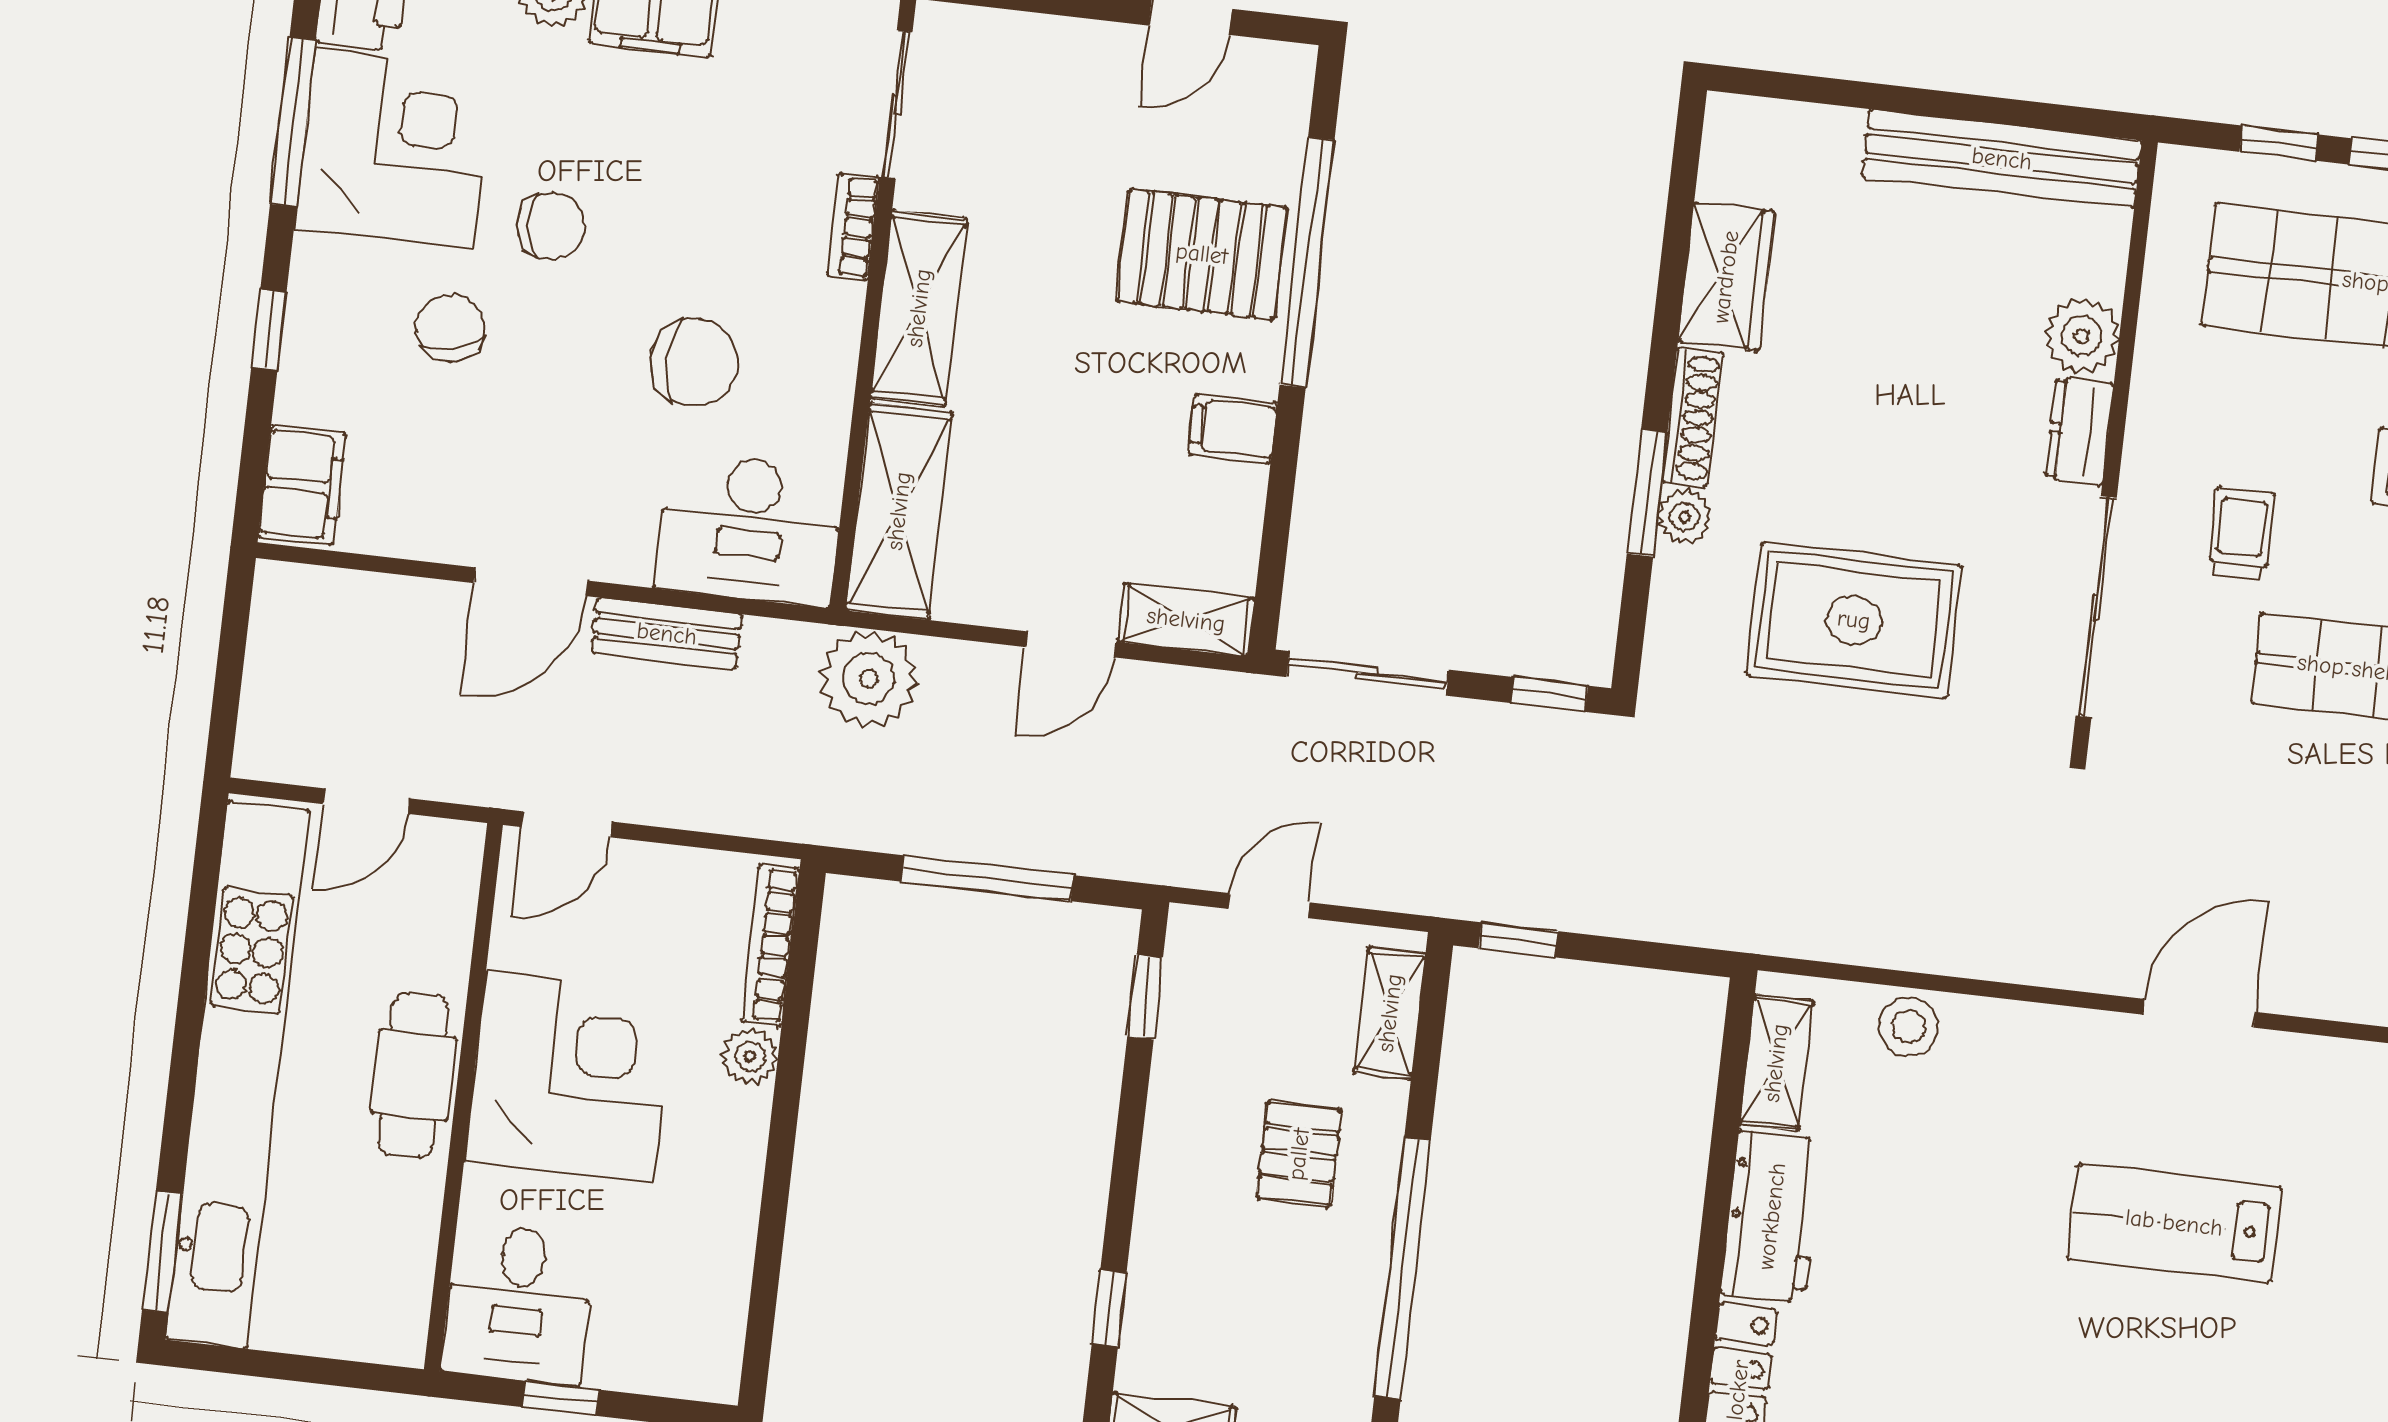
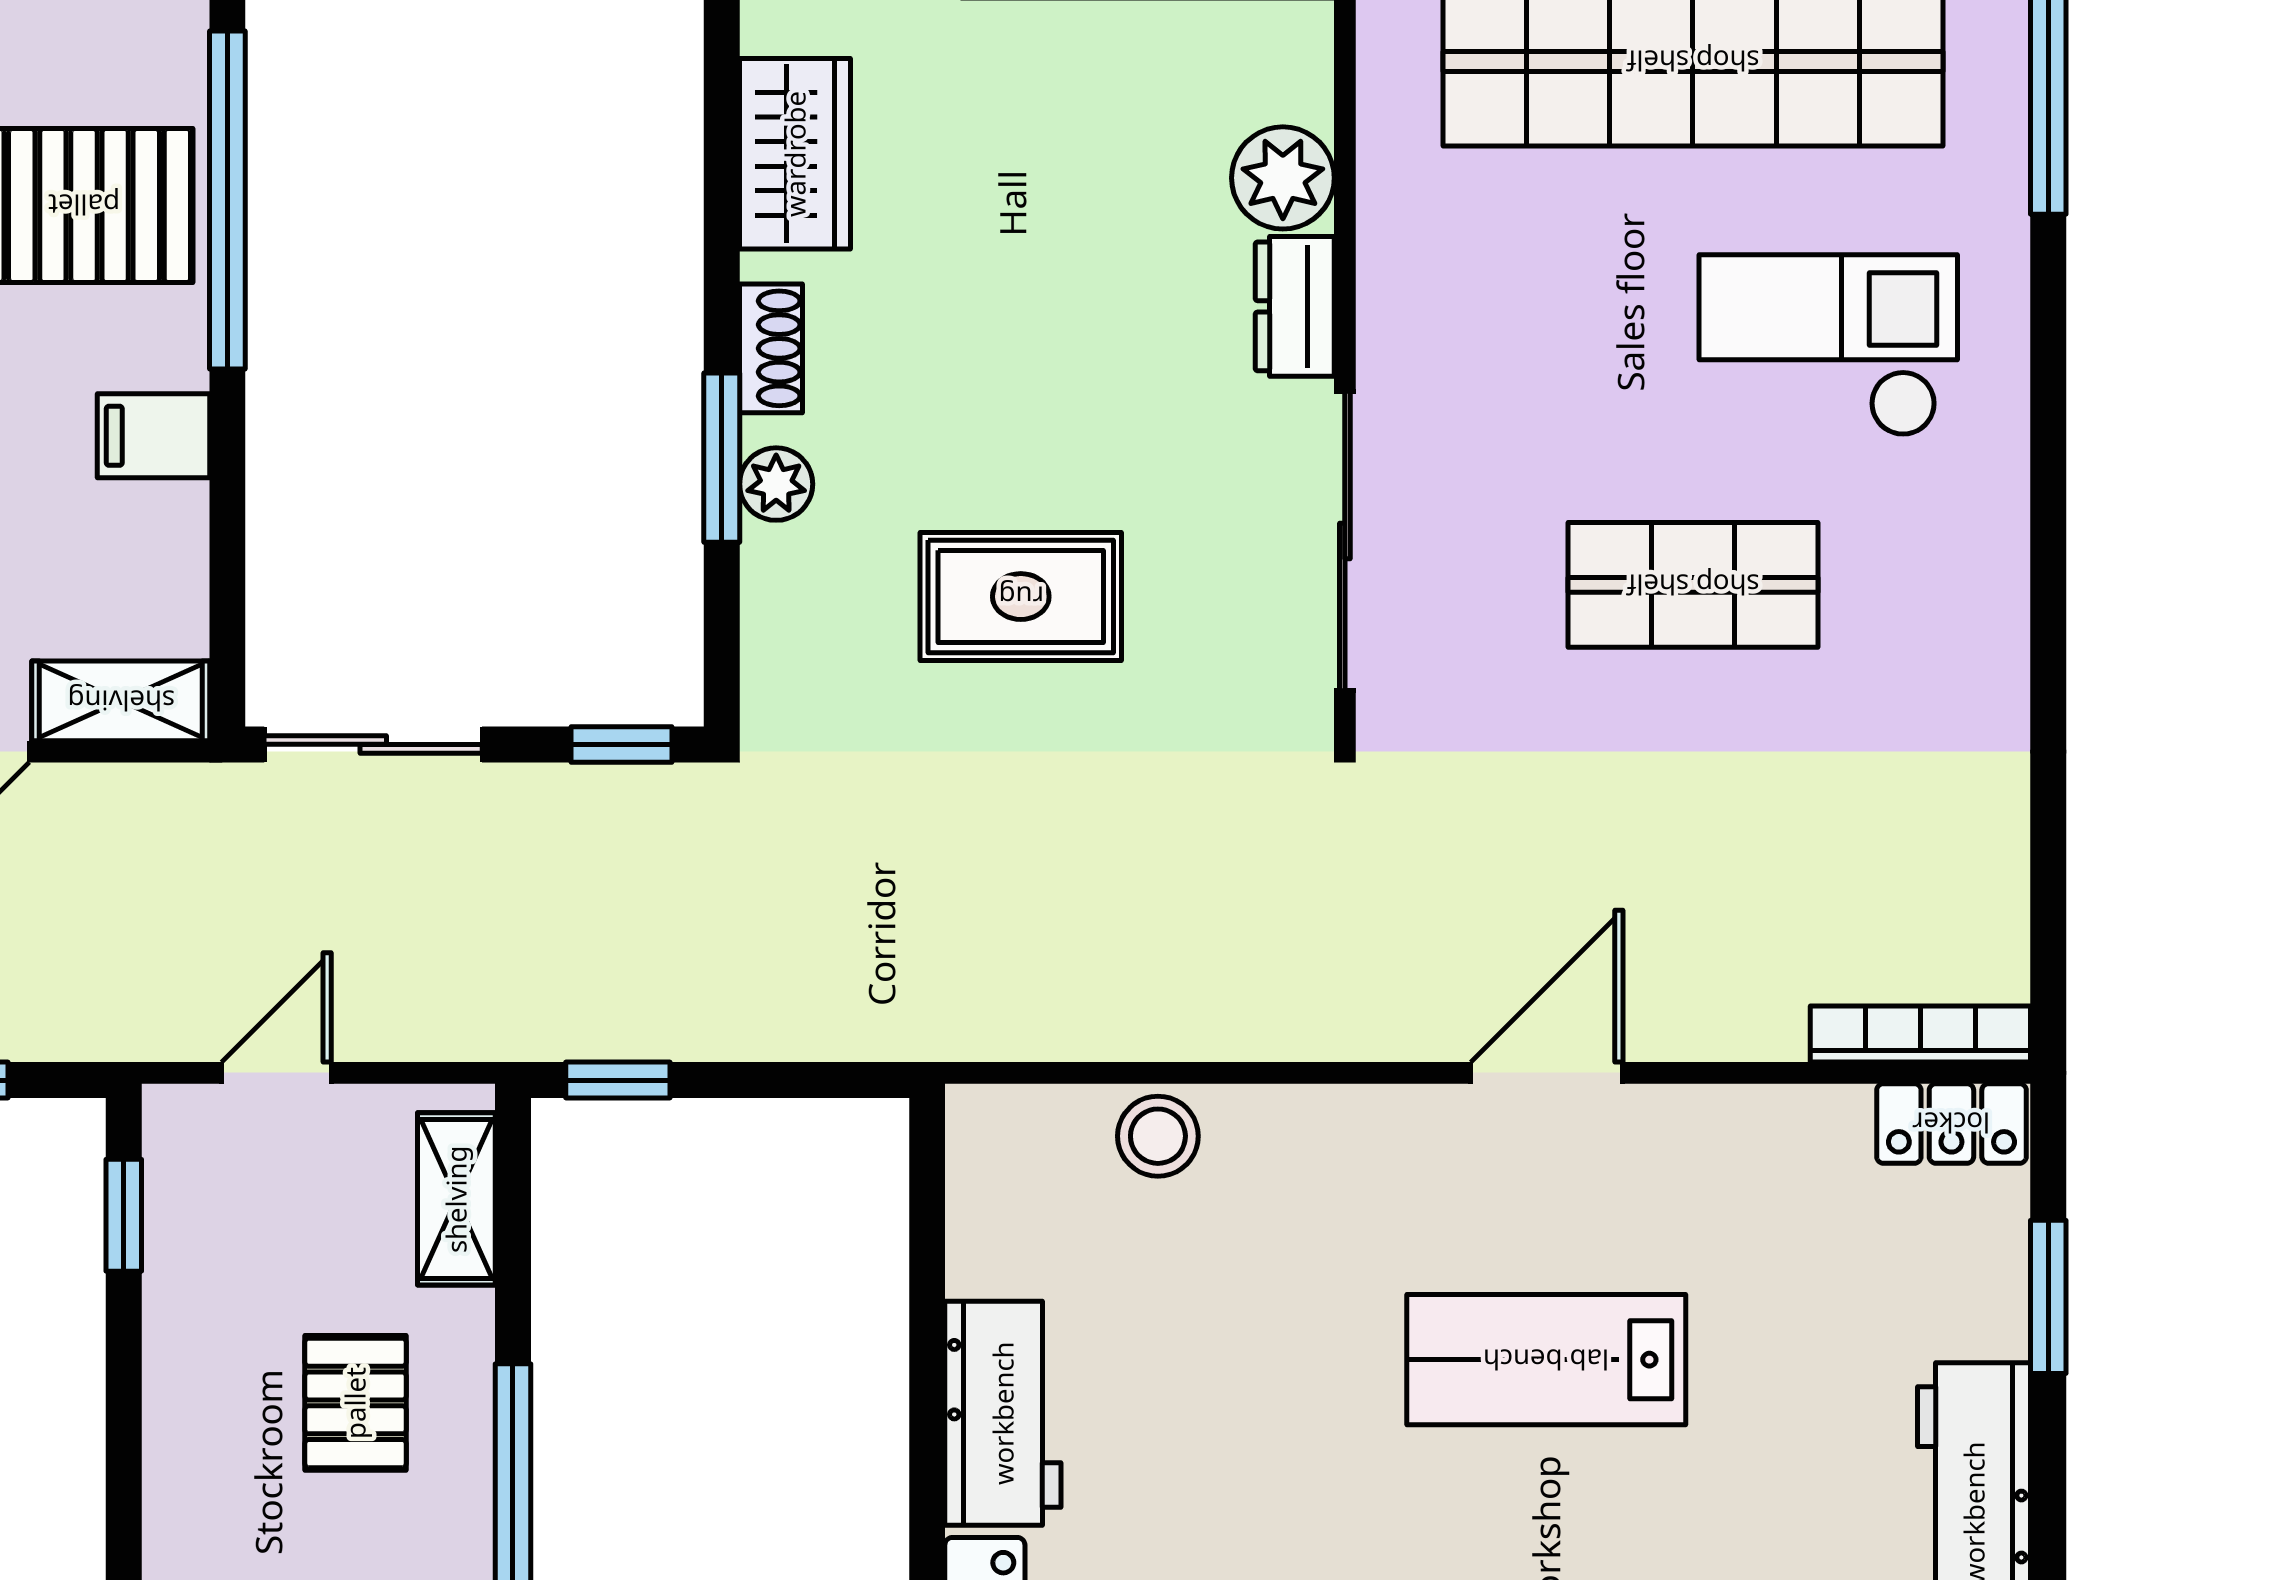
shoe rack: (1692, 417) -> (771, 348), width x0.70
trolley: (2241, 533) -> (1529, 419), removed
rug: (1854, 620) -> (1021, 597), width x0.73, depth x0.70
shelving: (1776, 1063) -> (985, 1205), removed

